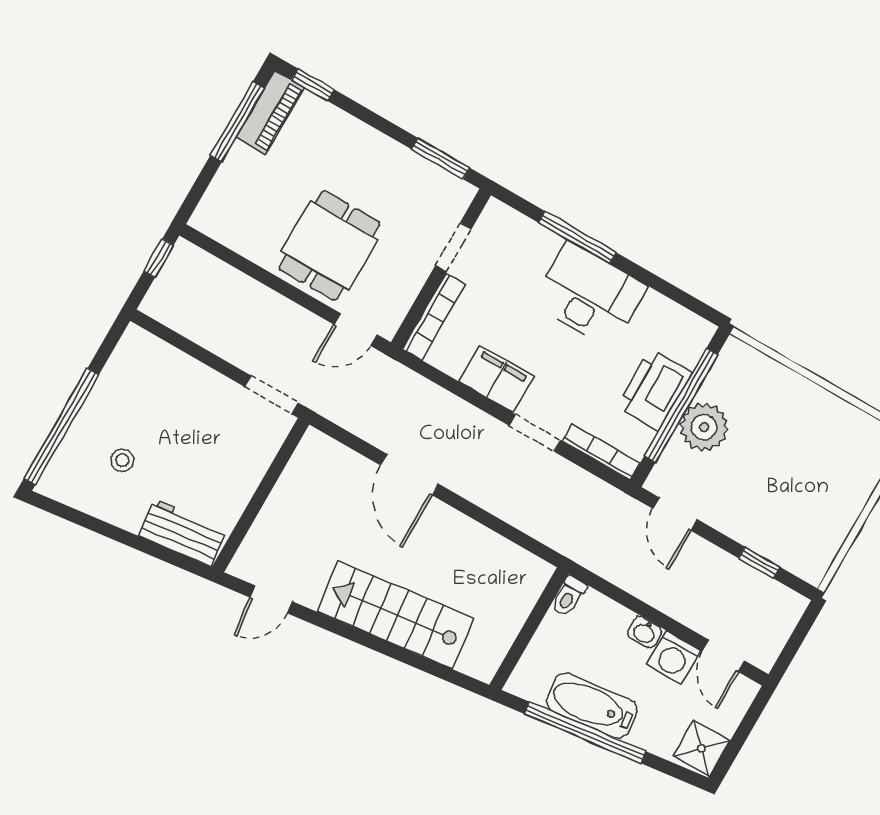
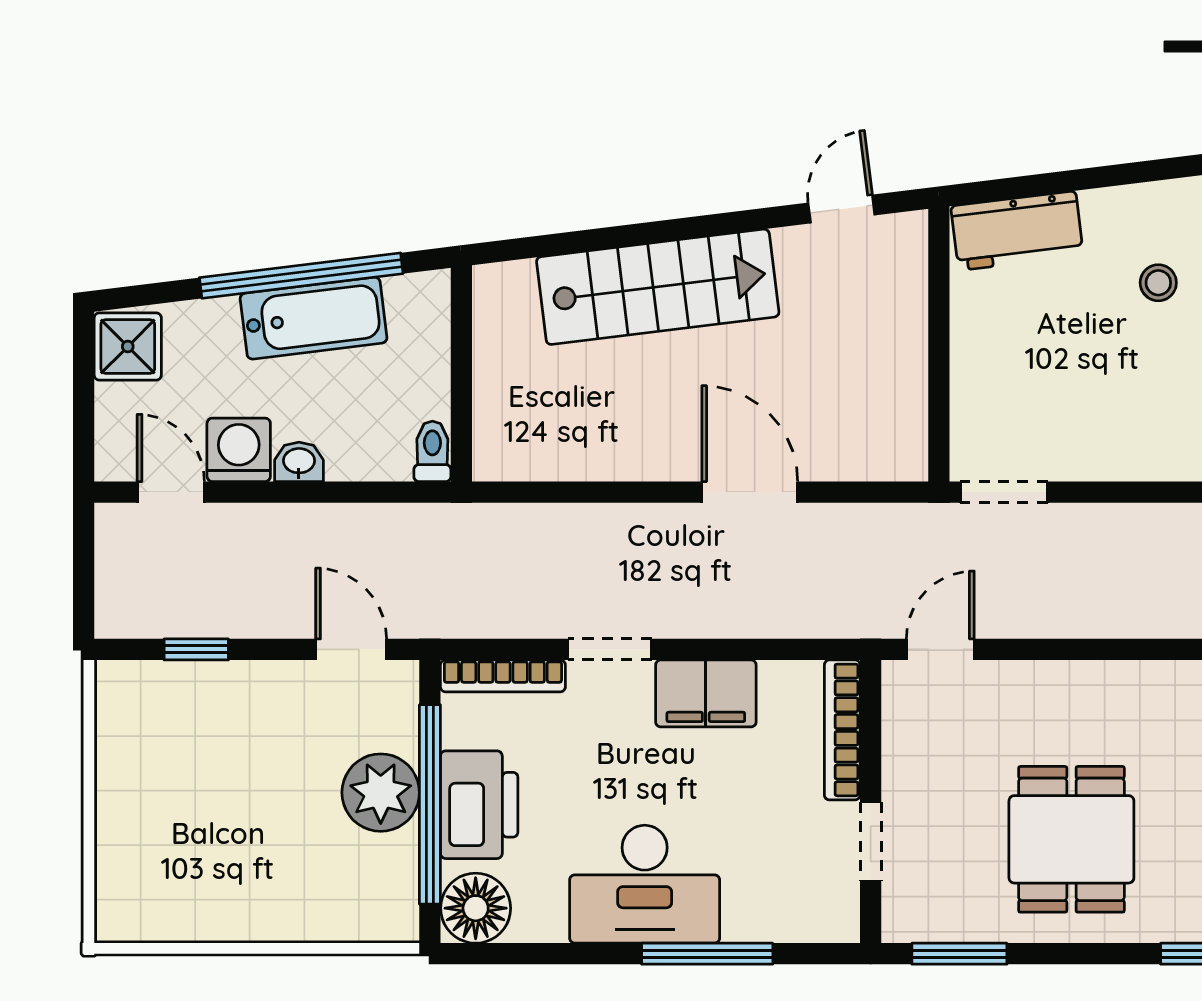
dining table: (329, 246) -> (1071, 839), moved
floor lamp: (689, 335) -> (476, 908), added

